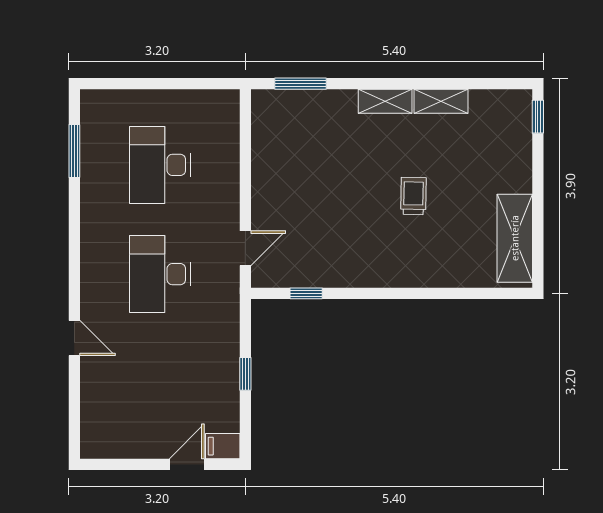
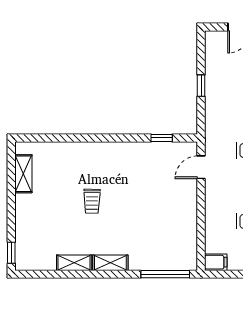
window: (300, 84) -> (165, 274), width x1.44
shelving: (515, 238) -> (23, 174), width x0.67, depth x0.75
filing cabinet: (223, 446) -> (216, 262), moved

